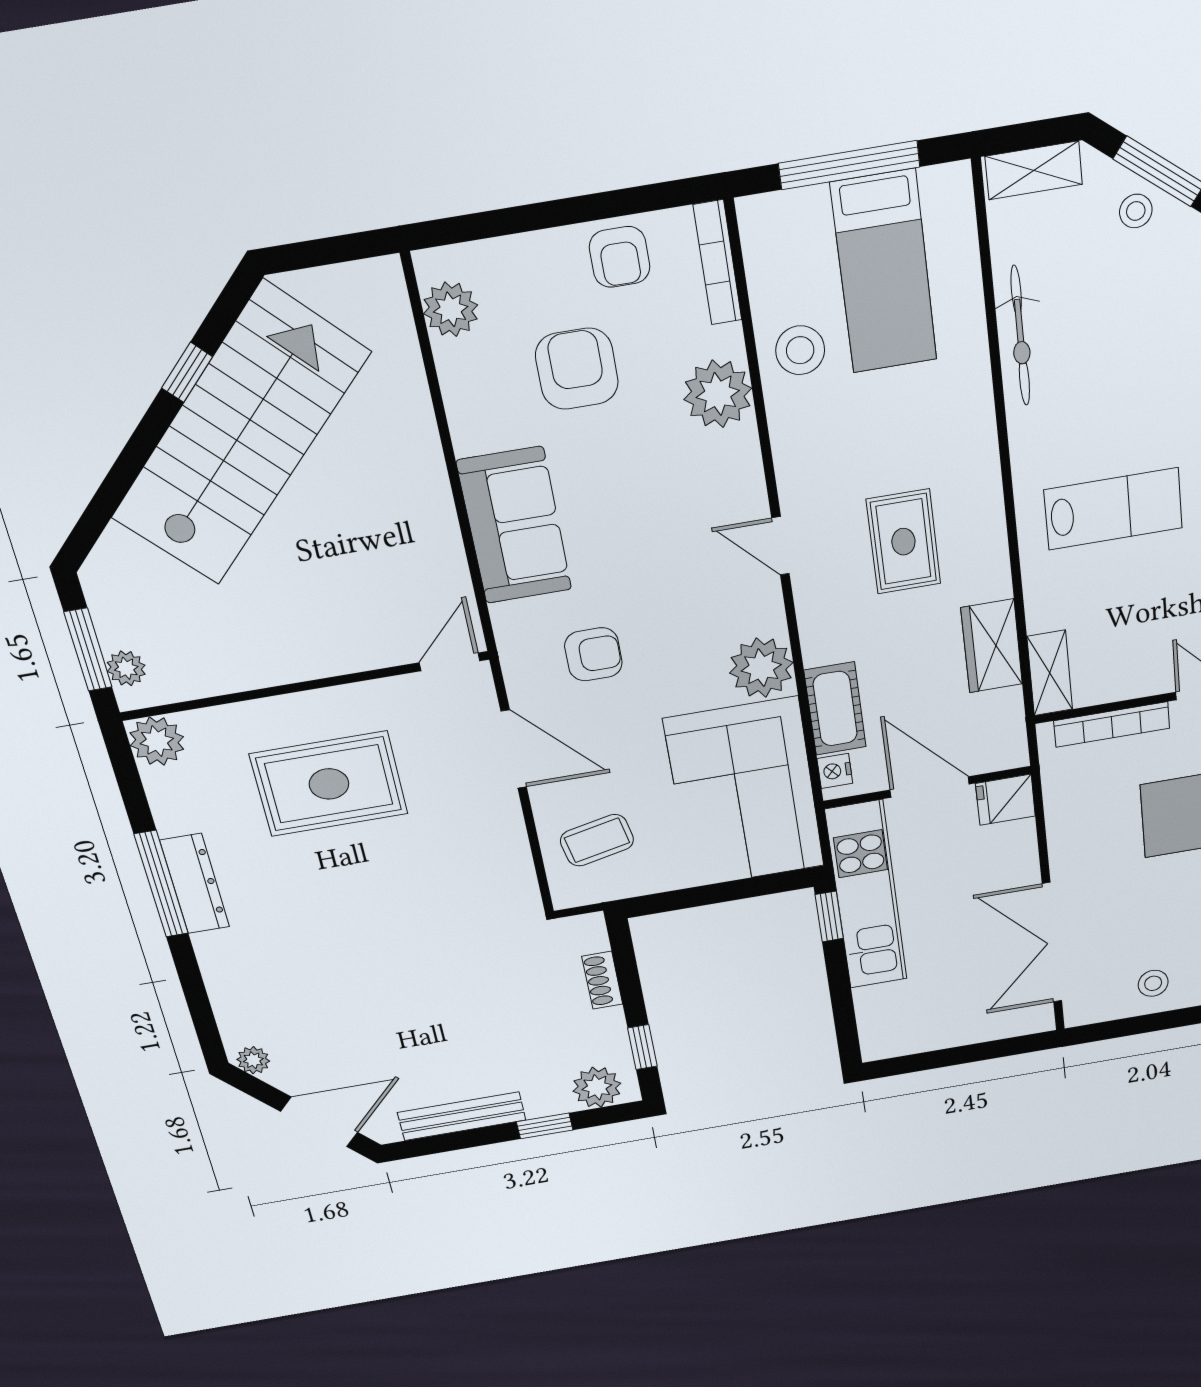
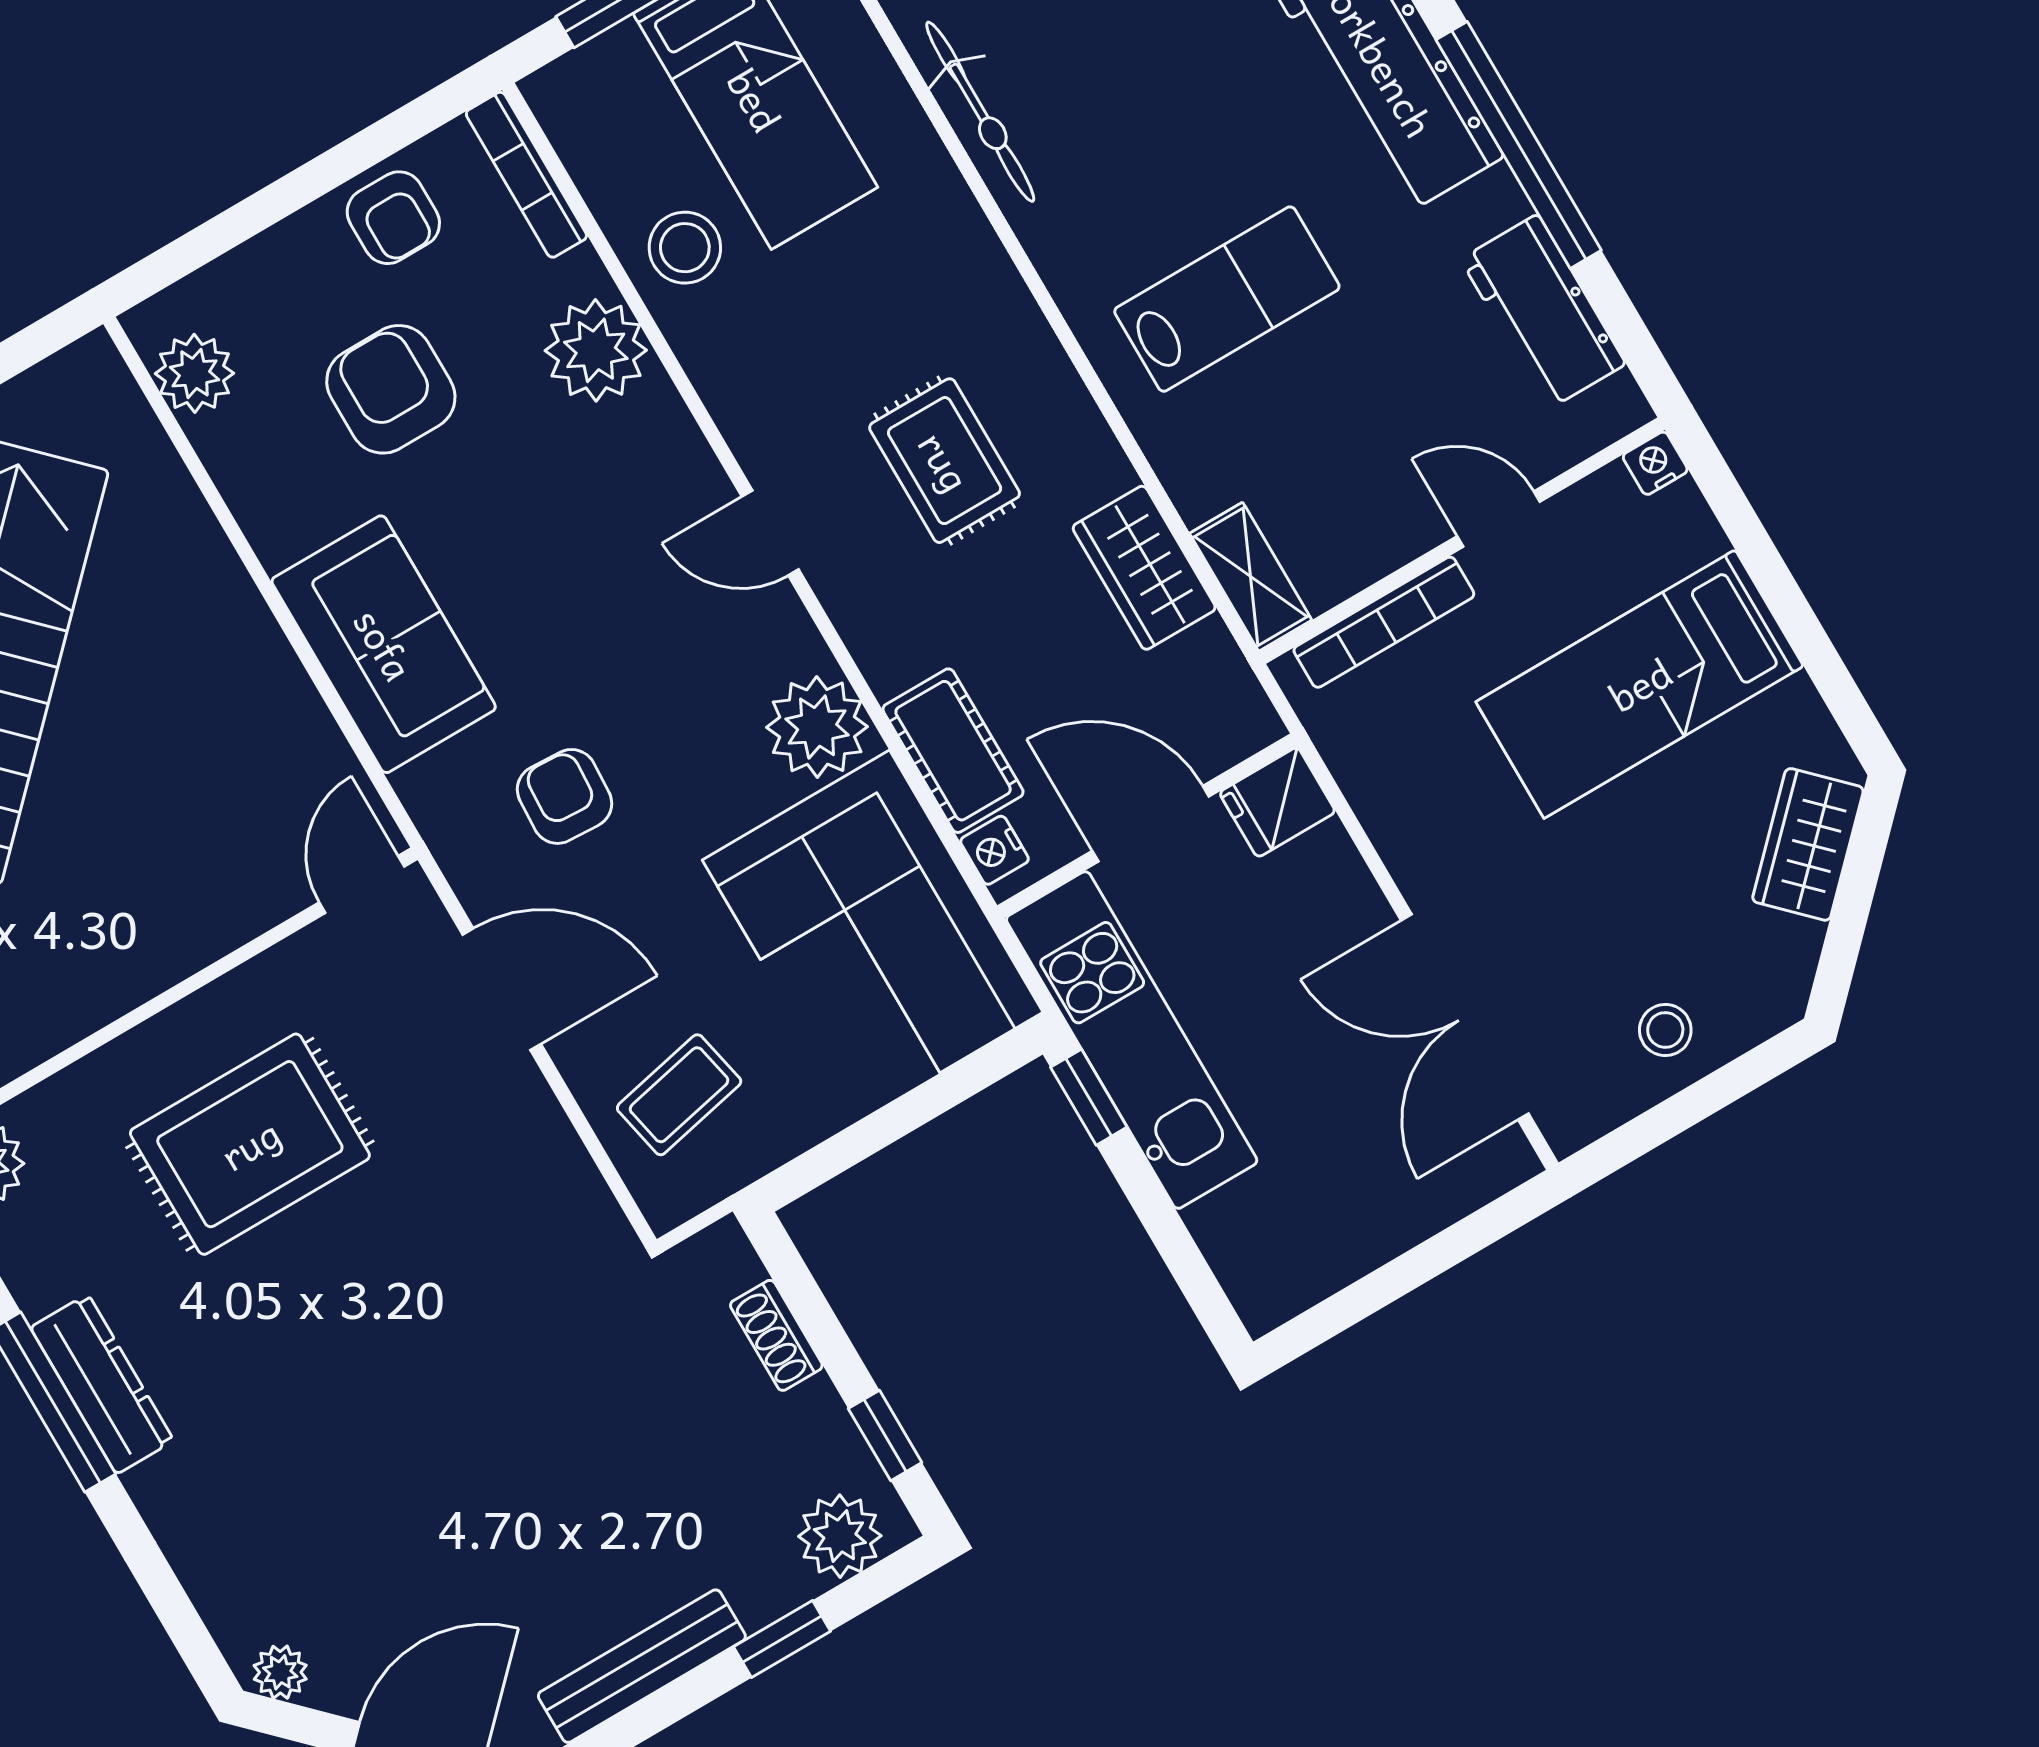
armchair: (593, 654) -> (565, 796), turned -87

